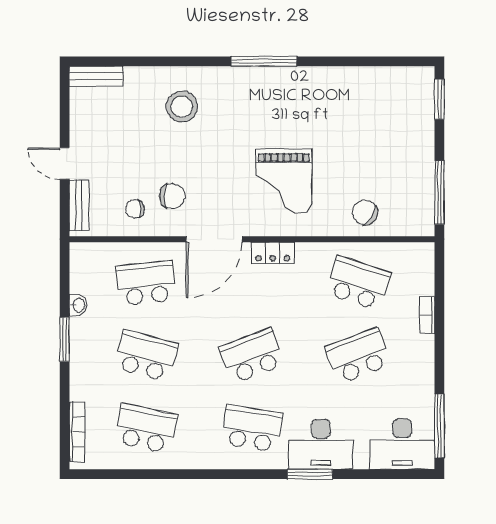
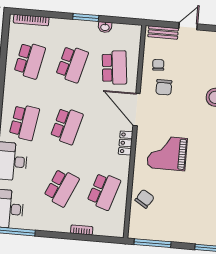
school desk: (252, 356) -> (67, 126), turned 36
school desk: (358, 356) -> (61, 188), turned 45

